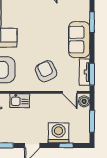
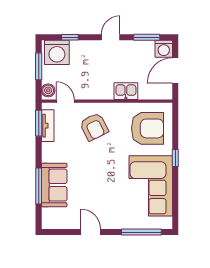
window: (92, 22) -> (39, 186), width x1.44
sofa: (79, 40) -> (54, 185), moved
washing machine: (58, 133) -> (57, 52), moved

